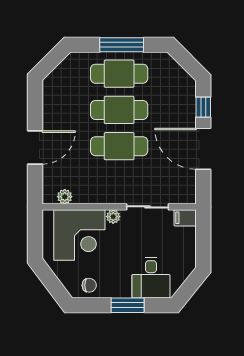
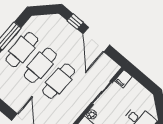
door: (203, 149) -> (96, 40), hinge flipped

